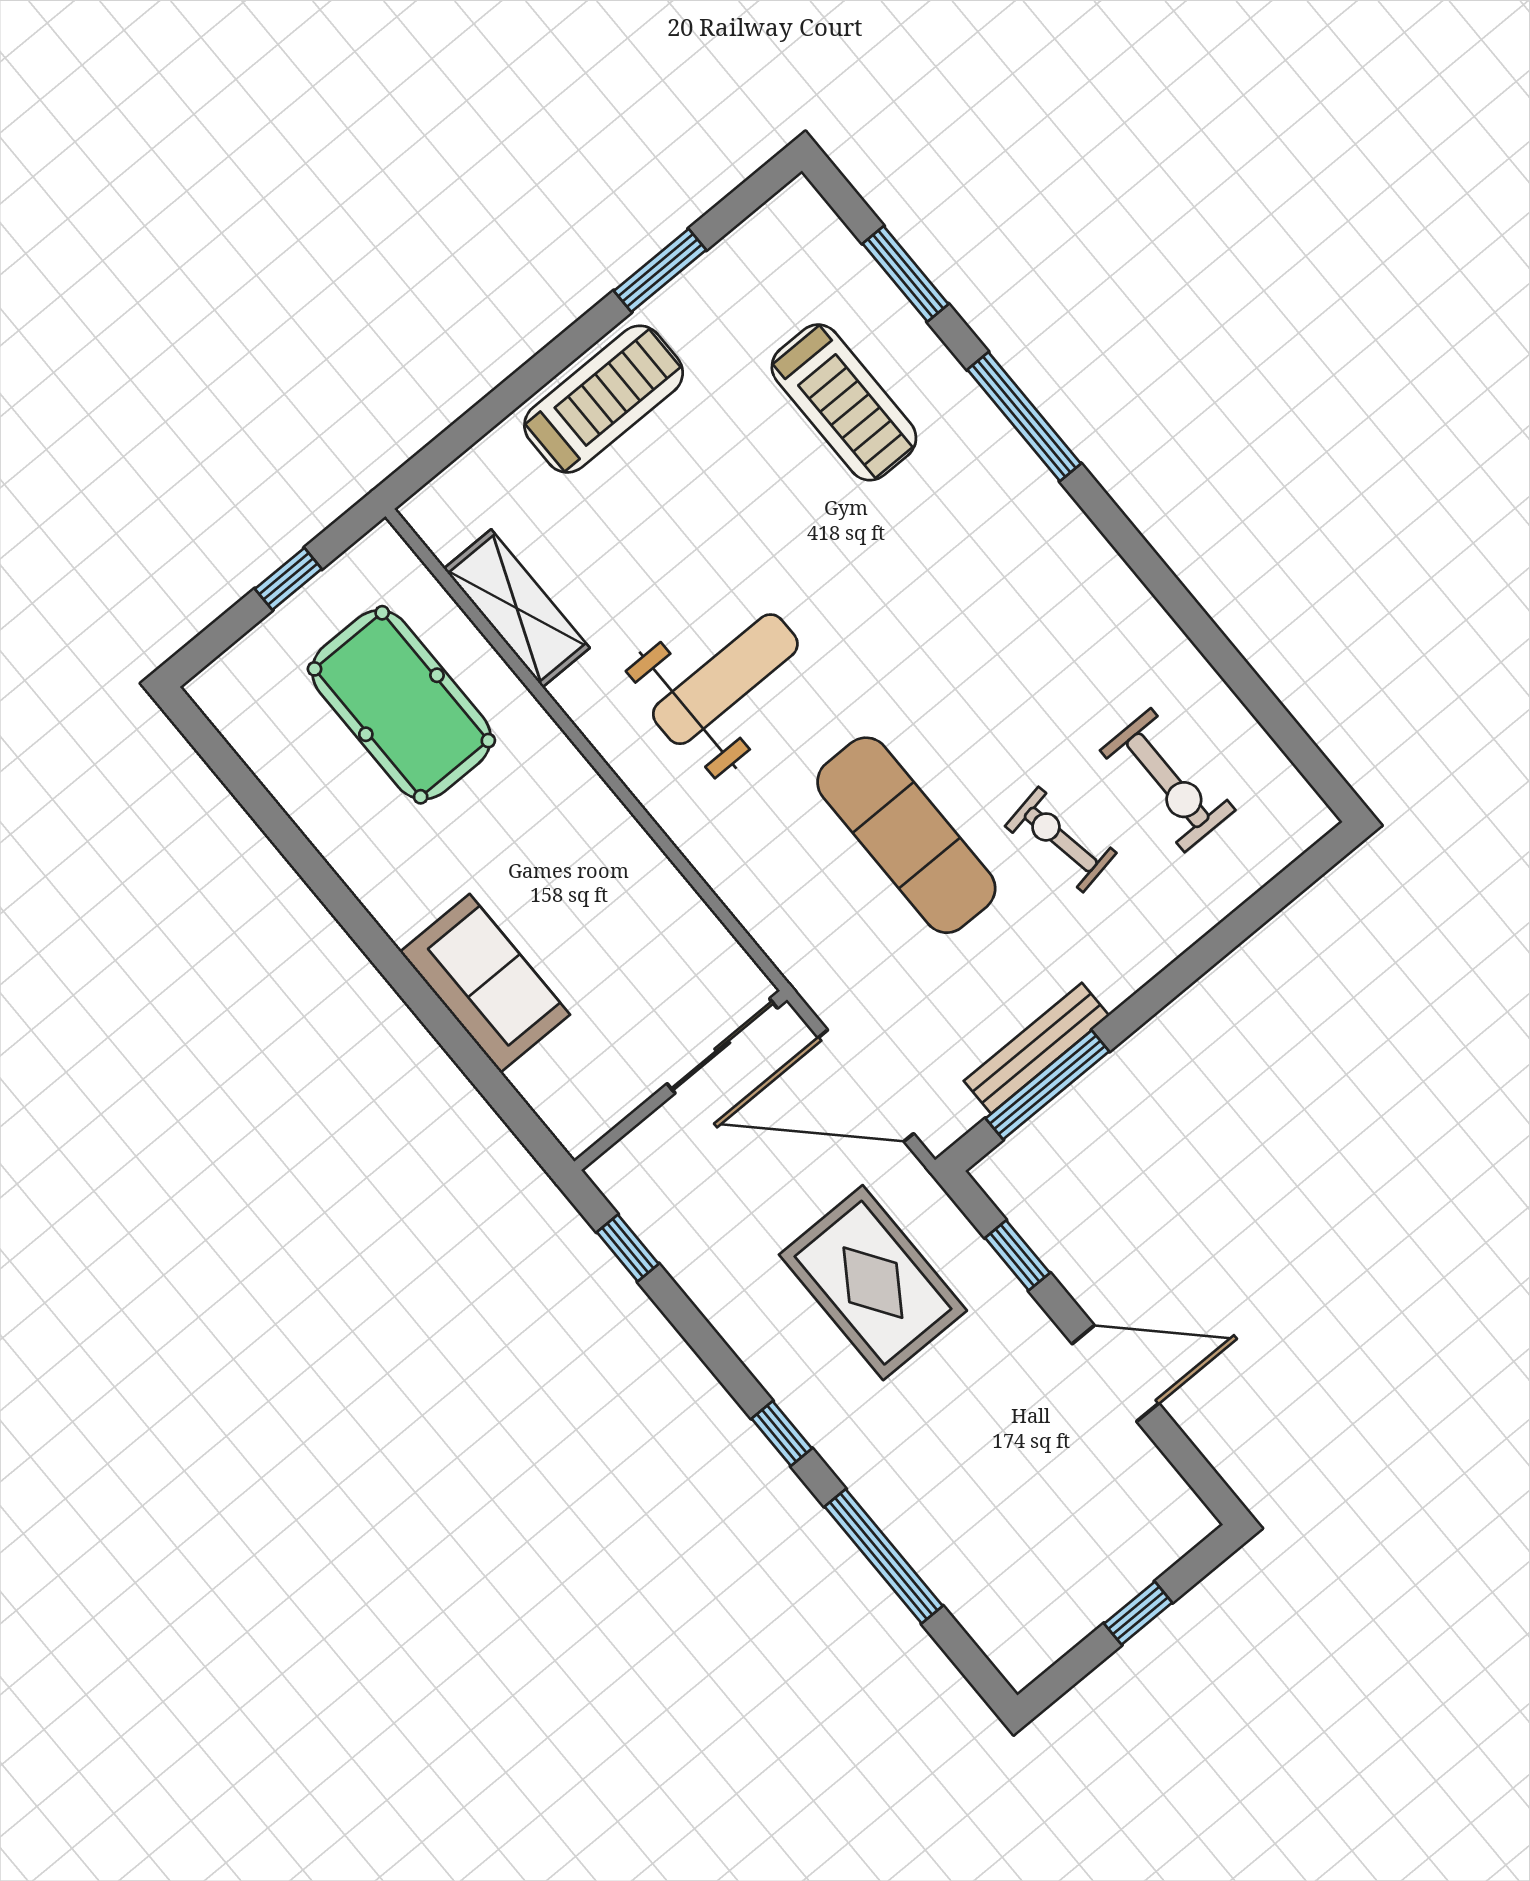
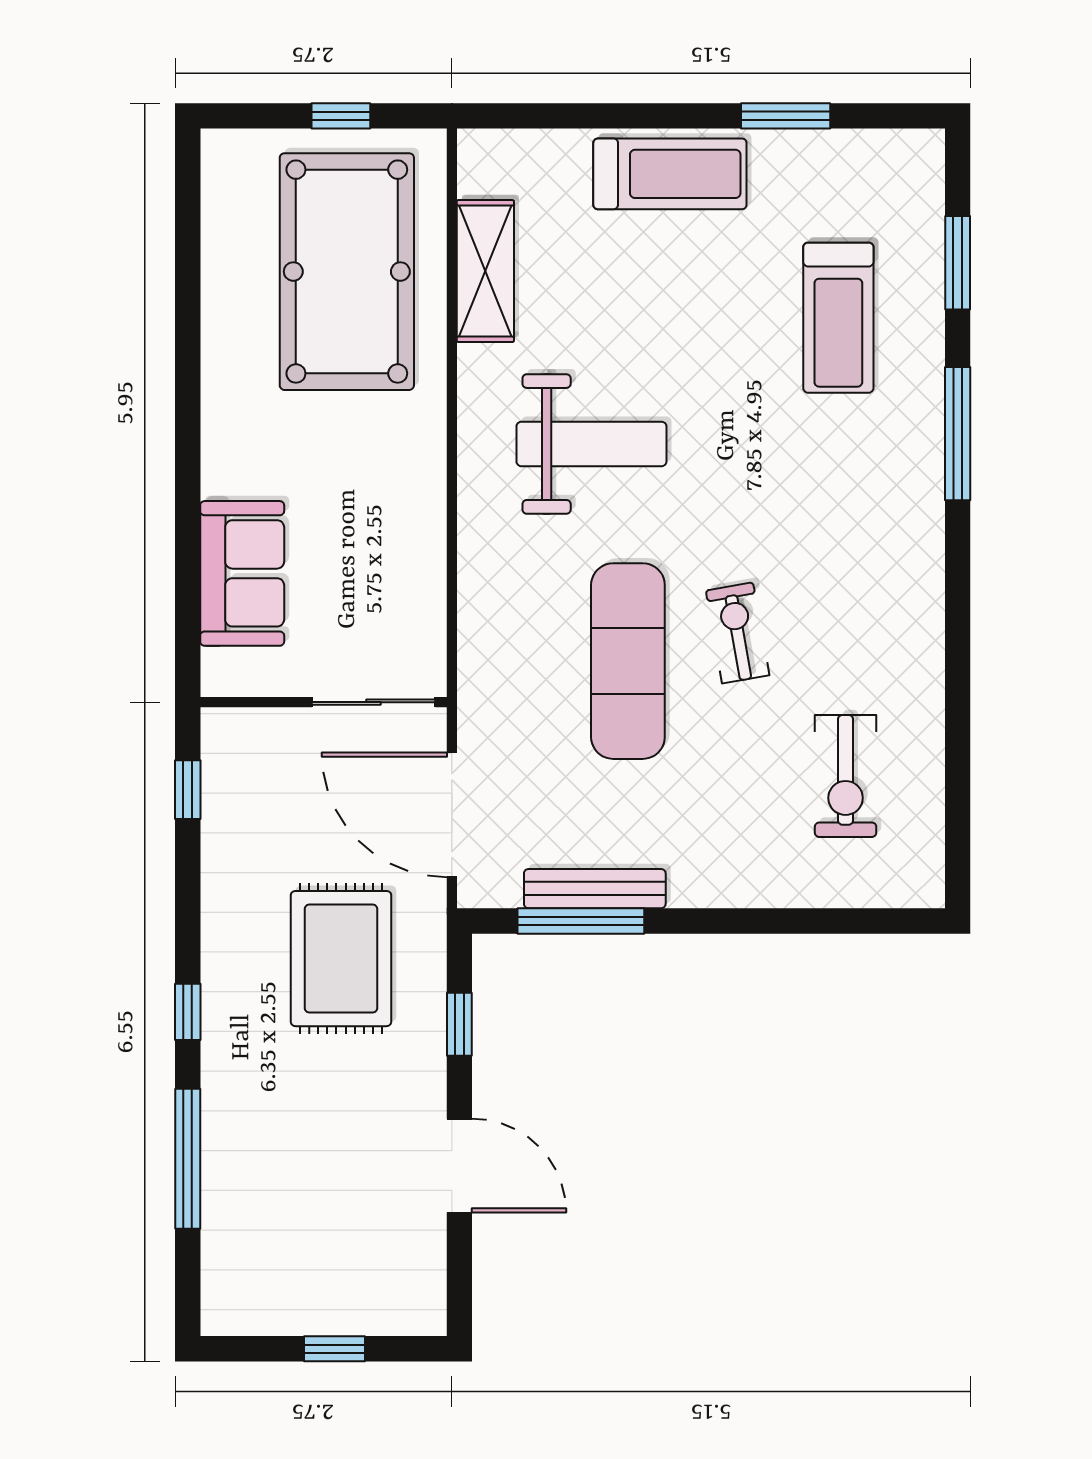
pool table: (401, 705) -> (347, 272), width x1.36, depth x1.32
exercise bike: (1061, 840) -> (738, 633), moved
sofa: (485, 983) -> (242, 573), moved

